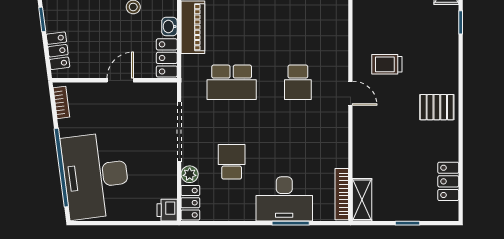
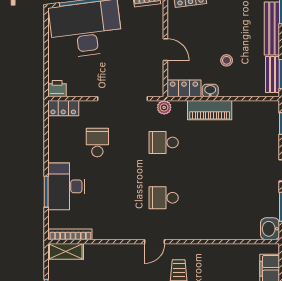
school desk: (232, 82) -> (164, 142), width x0.54
school desk: (232, 162) -> (97, 142), turned -90
plant: (190, 174) -> (164, 107), moved

